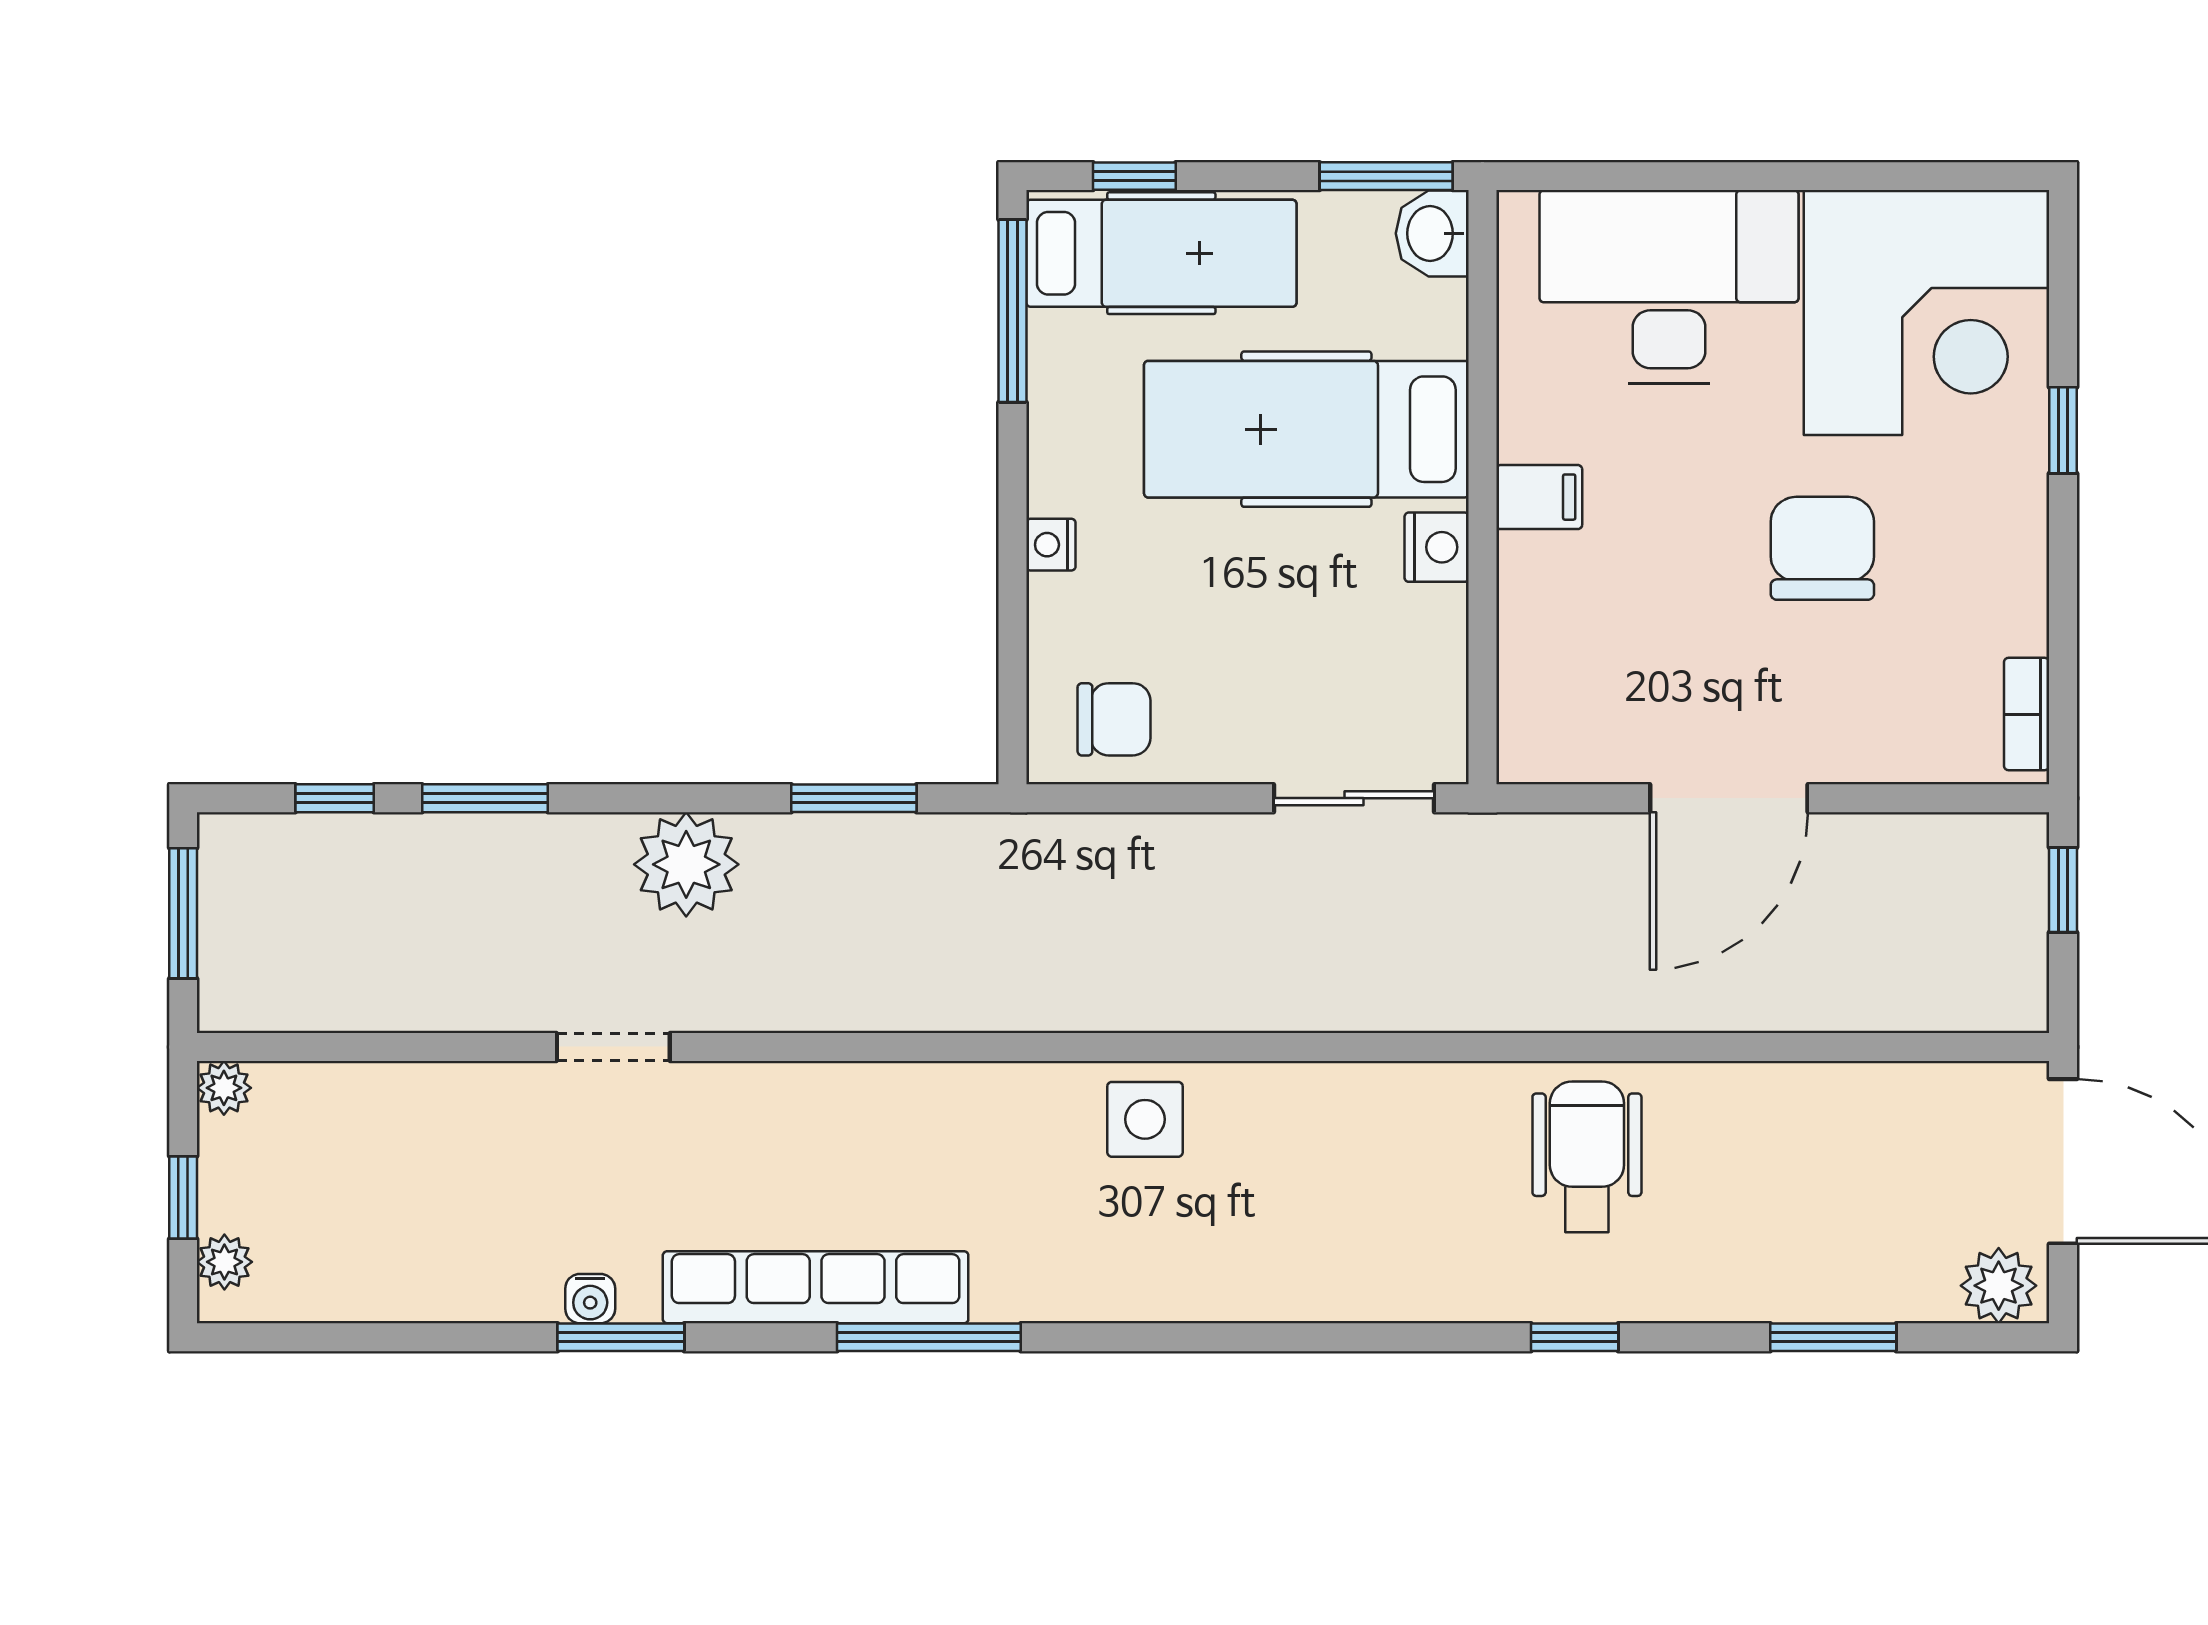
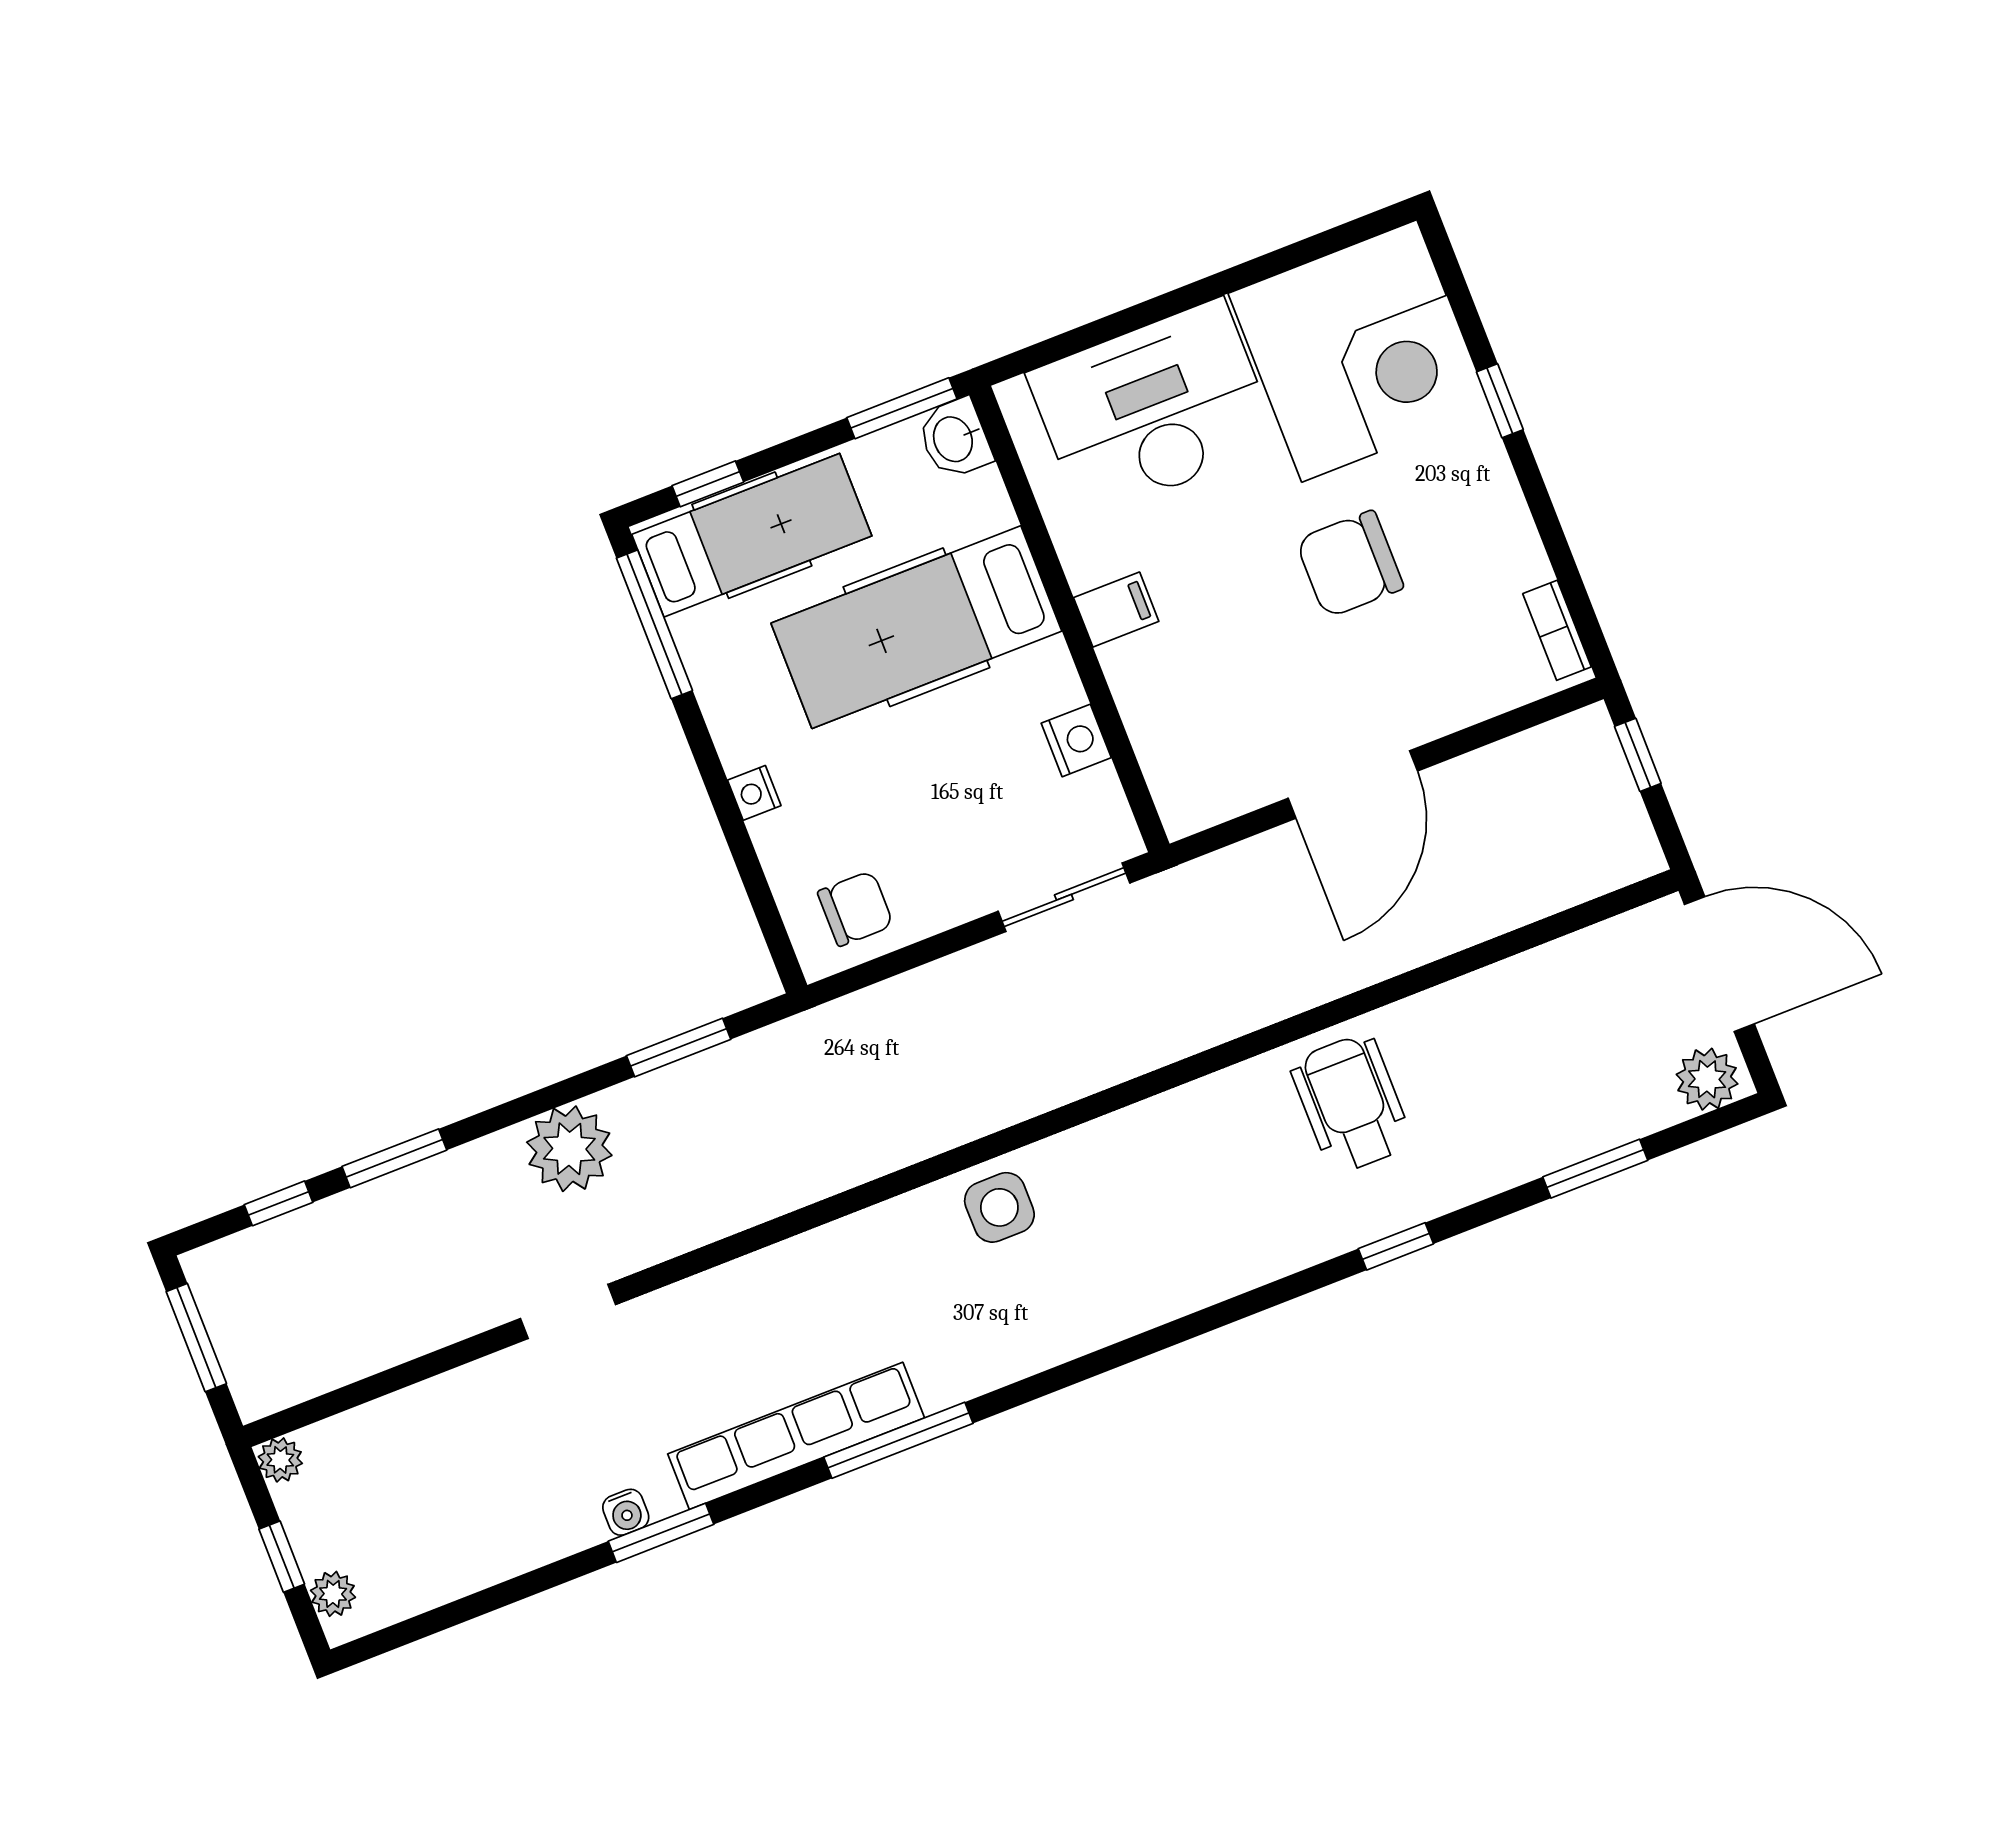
nightstand: (1437, 547) -> (1076, 740), moved
chair: (1822, 548) -> (1350, 564), turned -90

